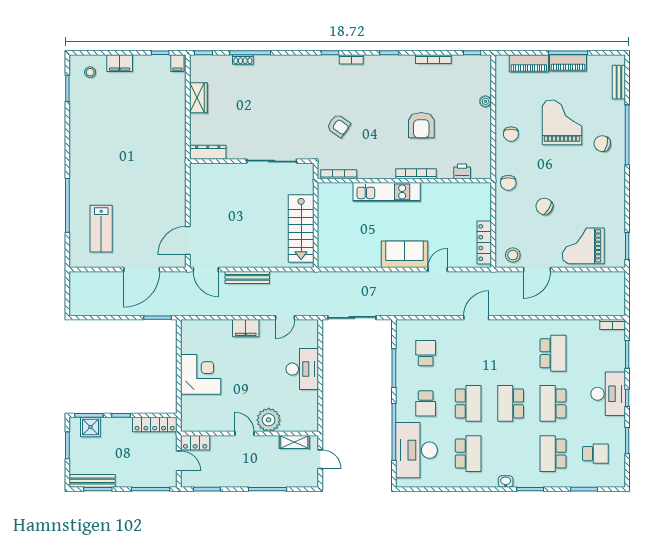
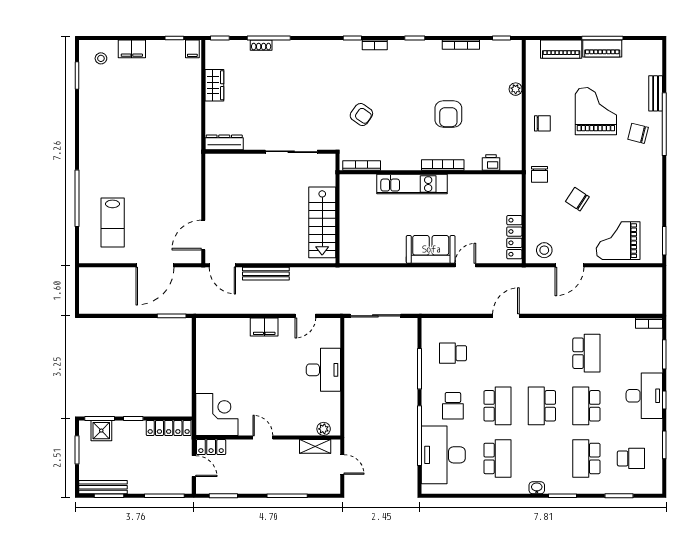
bench: (619, 82) -> (656, 93), moved
chair: (511, 134) -> (542, 123), turned -90
school desk: (426, 353) -> (453, 353), turned -90
corner desk: (201, 374) -> (217, 414), moved
plant: (269, 420) -> (324, 429), moved, width x0.53, depth x0.53

